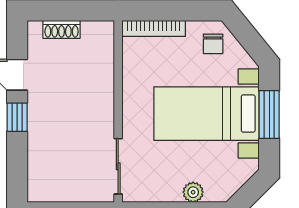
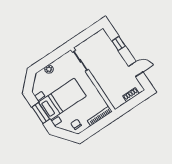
window: (17, 117) -> (119, 43), moved

